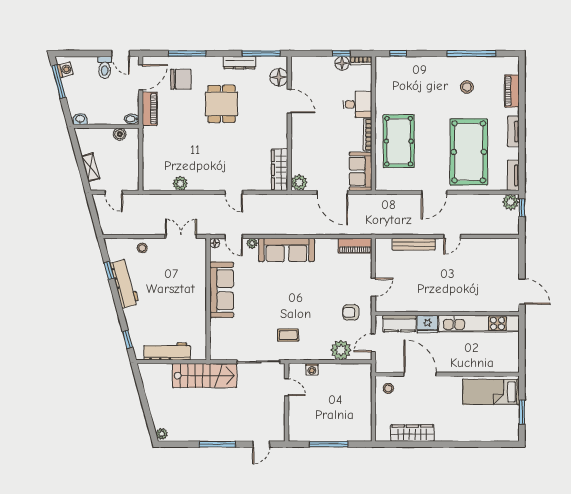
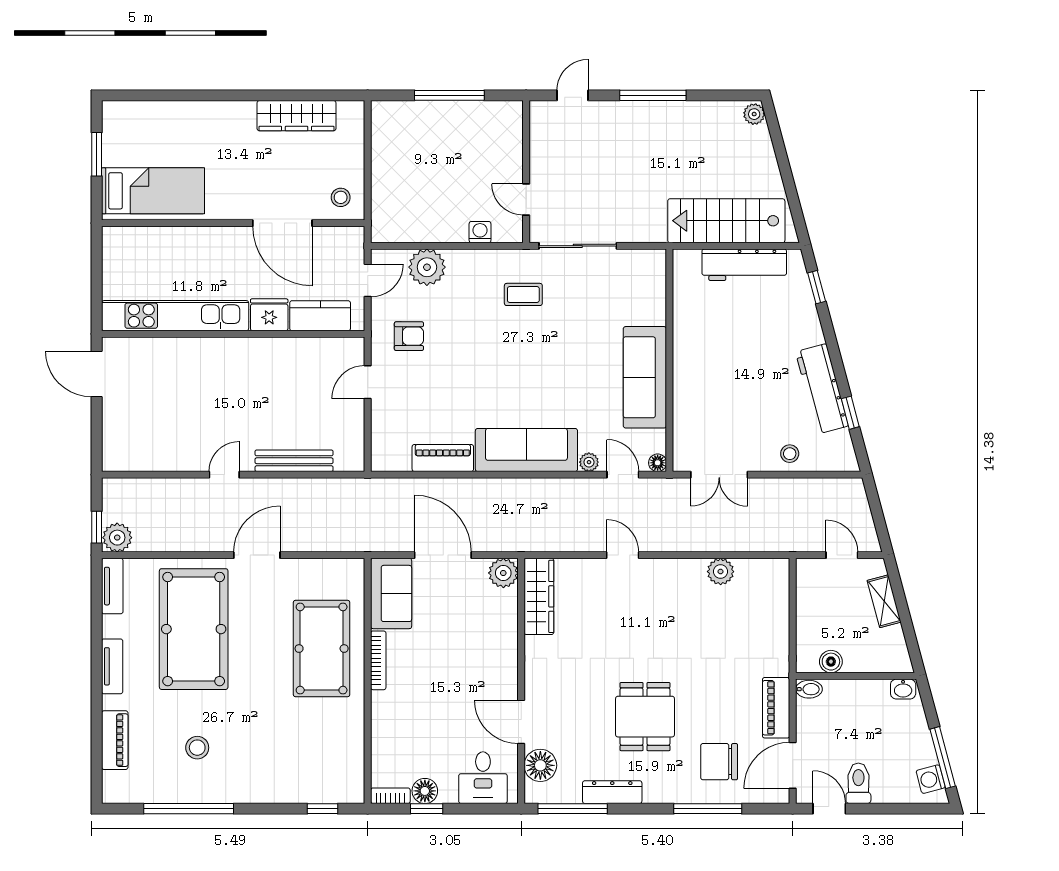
desk: (358, 104) -> (483, 778), moved, turned -90
piano: (355, 246) -> (443, 458), moved
stairs: (205, 376) -> (726, 221), moved

